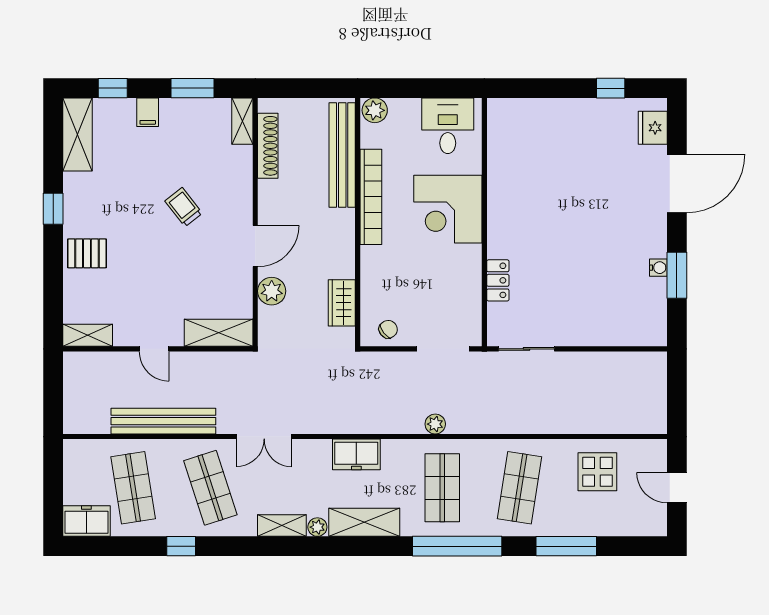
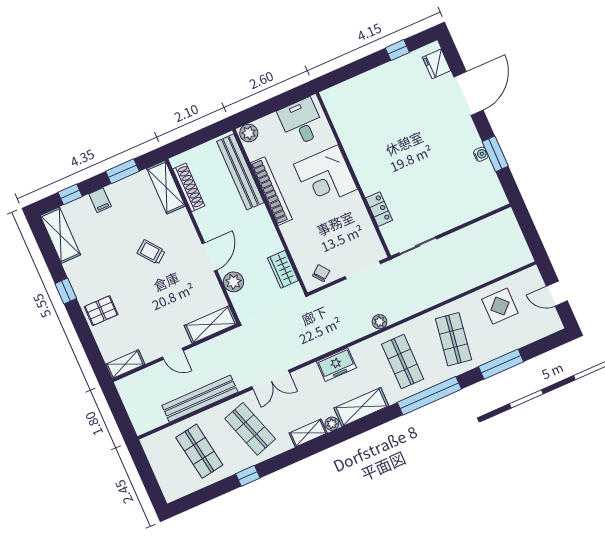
shelving: (242, 121) -> (166, 187), width x1.50, depth x1.33
freezer: (86, 521) -> (178, 487), removed

